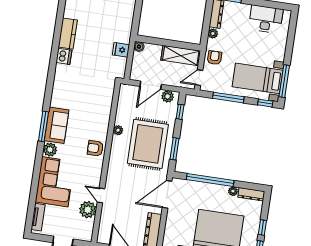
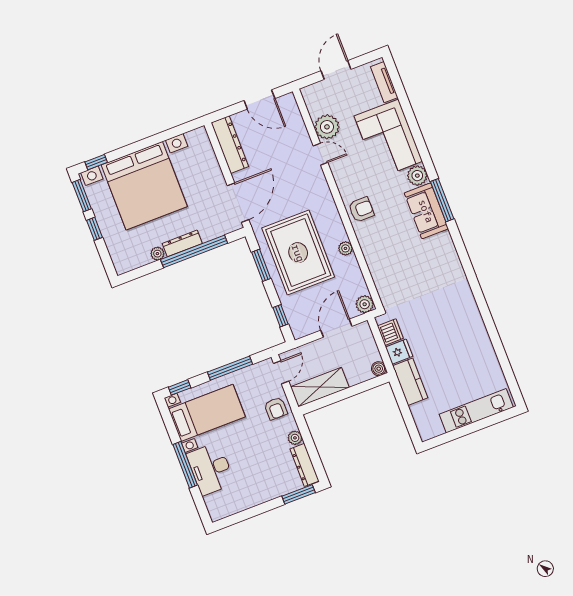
desk: (266, 19) -> (211, 469), moved, turned 90
kitchen counter: (68, 34) -> (410, 382), moved, turned 180
dishwasher: (64, 56) -> (390, 332), moved, turned 180
window: (284, 81) -> (185, 465), moved
plant: (168, 96) -> (365, 304), moved
dresser: (251, 194) -> (182, 243), moved

